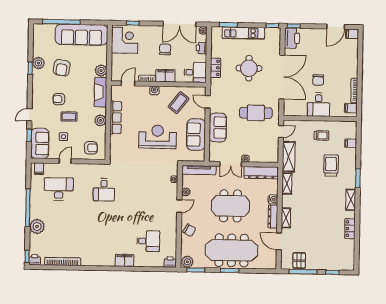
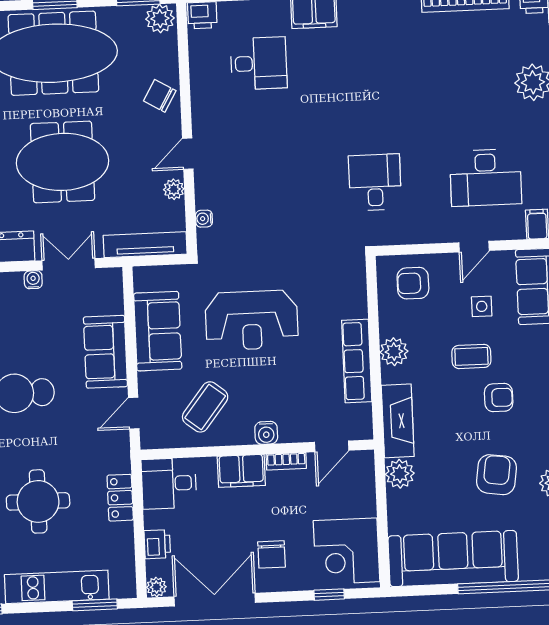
chair: (165, 49) -> (271, 554), moved
door: (208, 102) -> (134, 413), swing flipped
desk: (148, 241) -> (259, 63), turned 180

